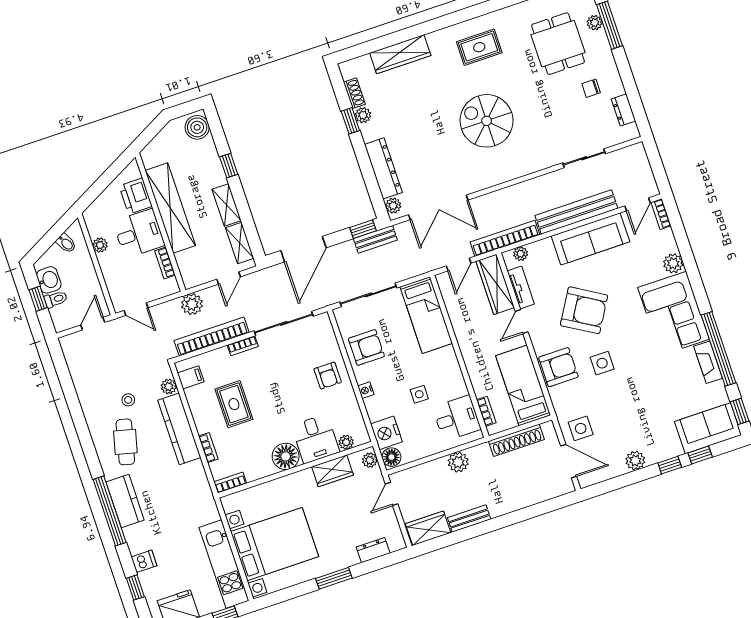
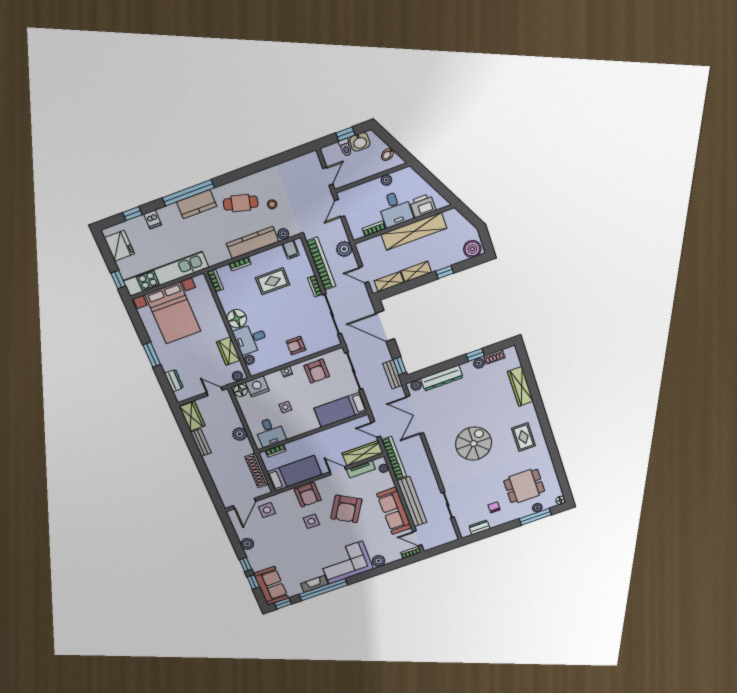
door: (93, 324) -> (328, 176), hinge flipped
kitchen unit: (224, 564) -> (166, 274), width x1.36

